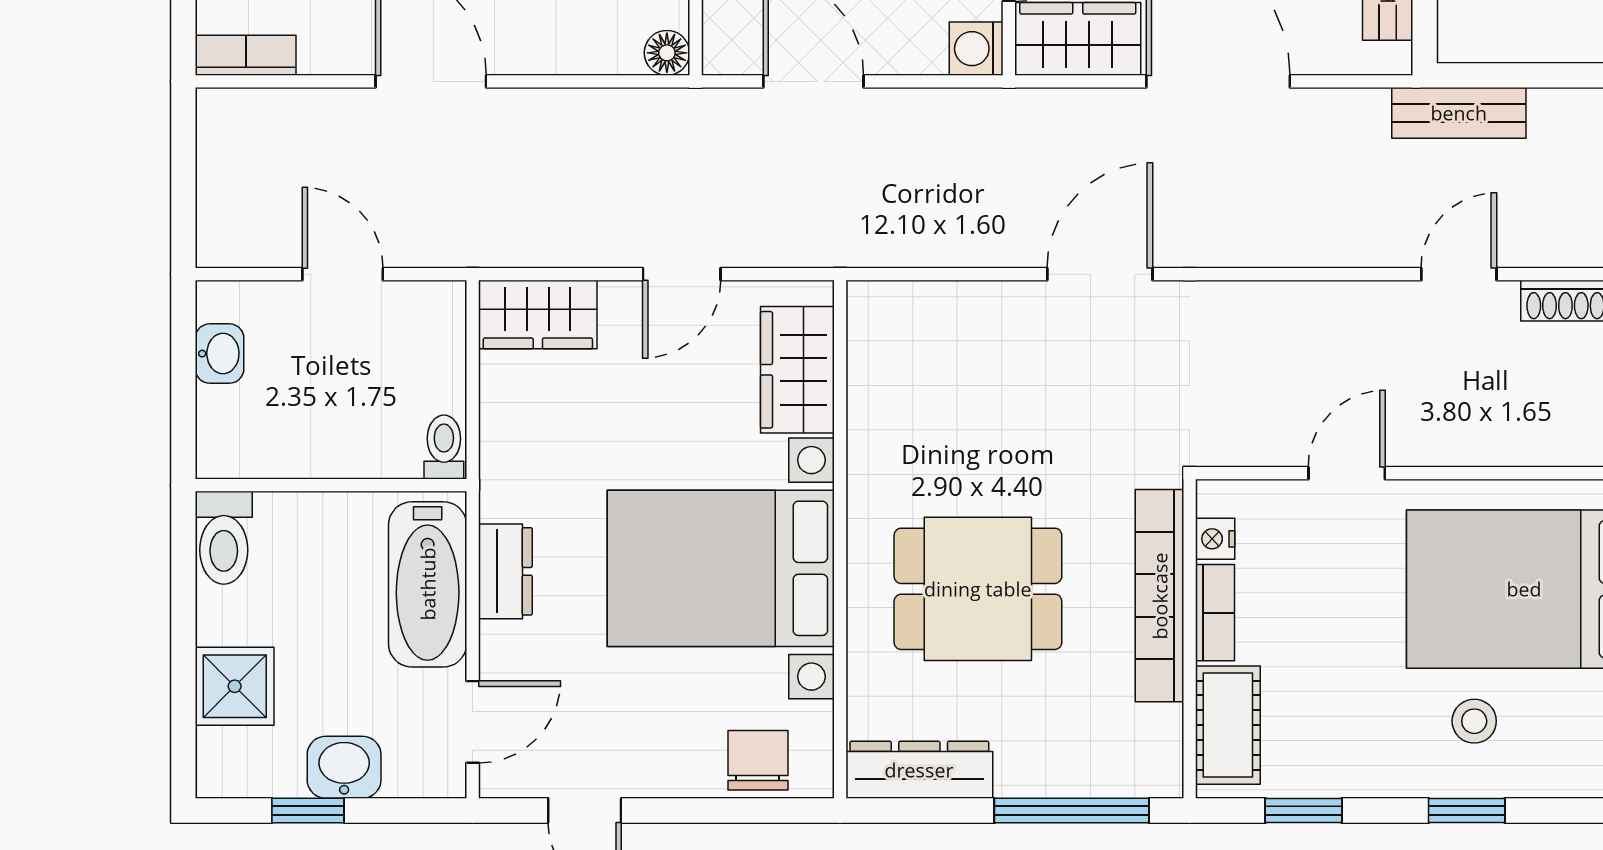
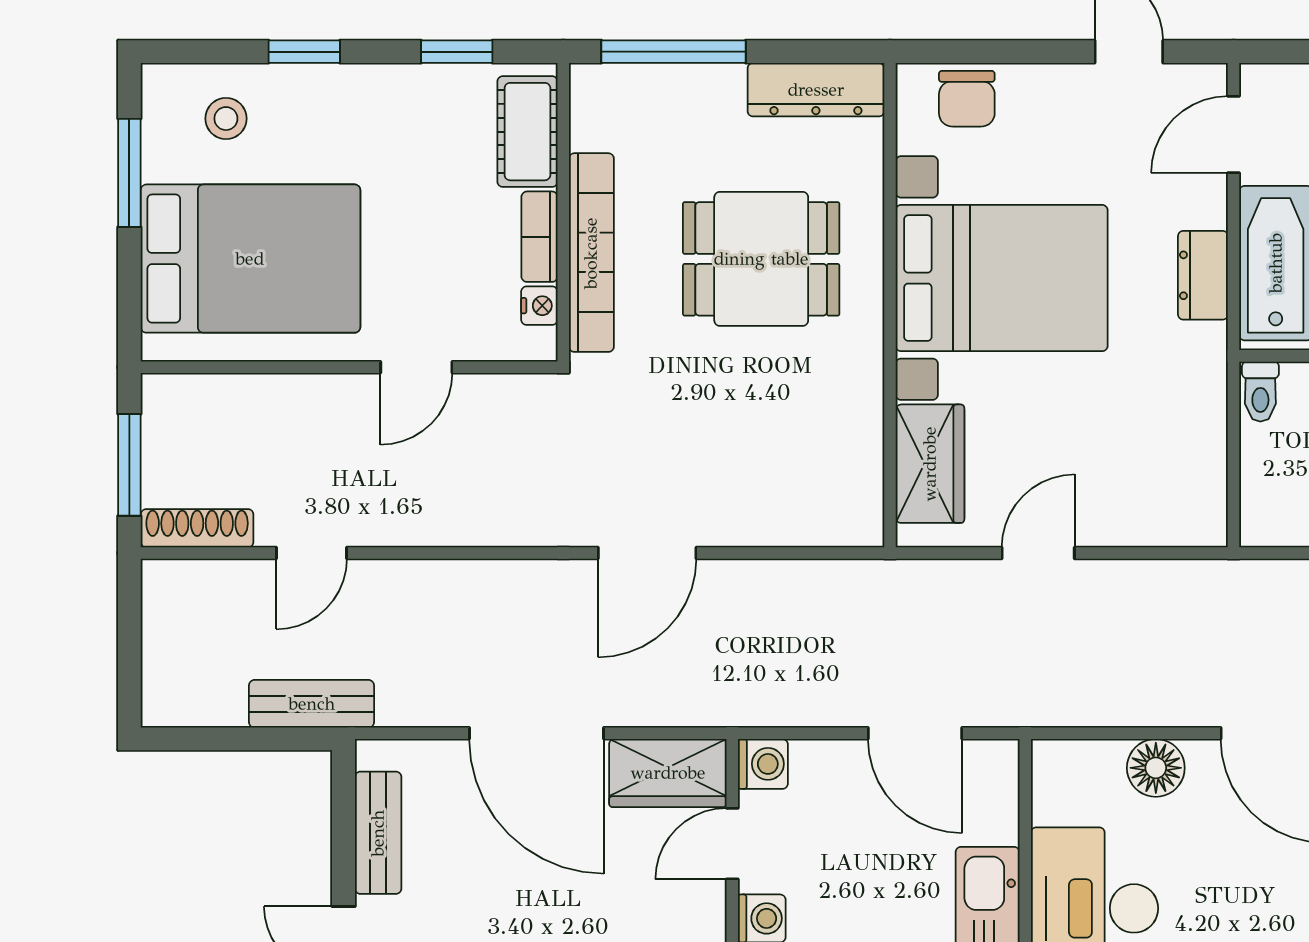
floor lamp: (667, 53) -> (1156, 768), moved, width x1.37, depth x1.37
wardrobe: (538, 315) -> (1173, 515), removed
stool: (1474, 721) -> (226, 119), moved

